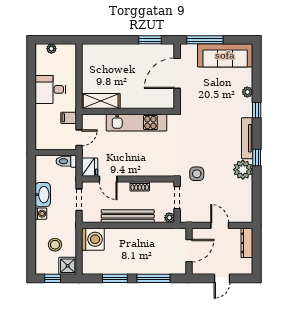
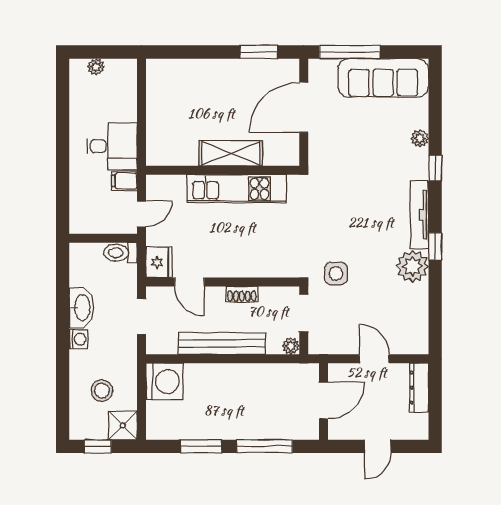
desk: (51, 89) -> (112, 146), moved, turned 180
shelving: (101, 101) -> (231, 153), moved

